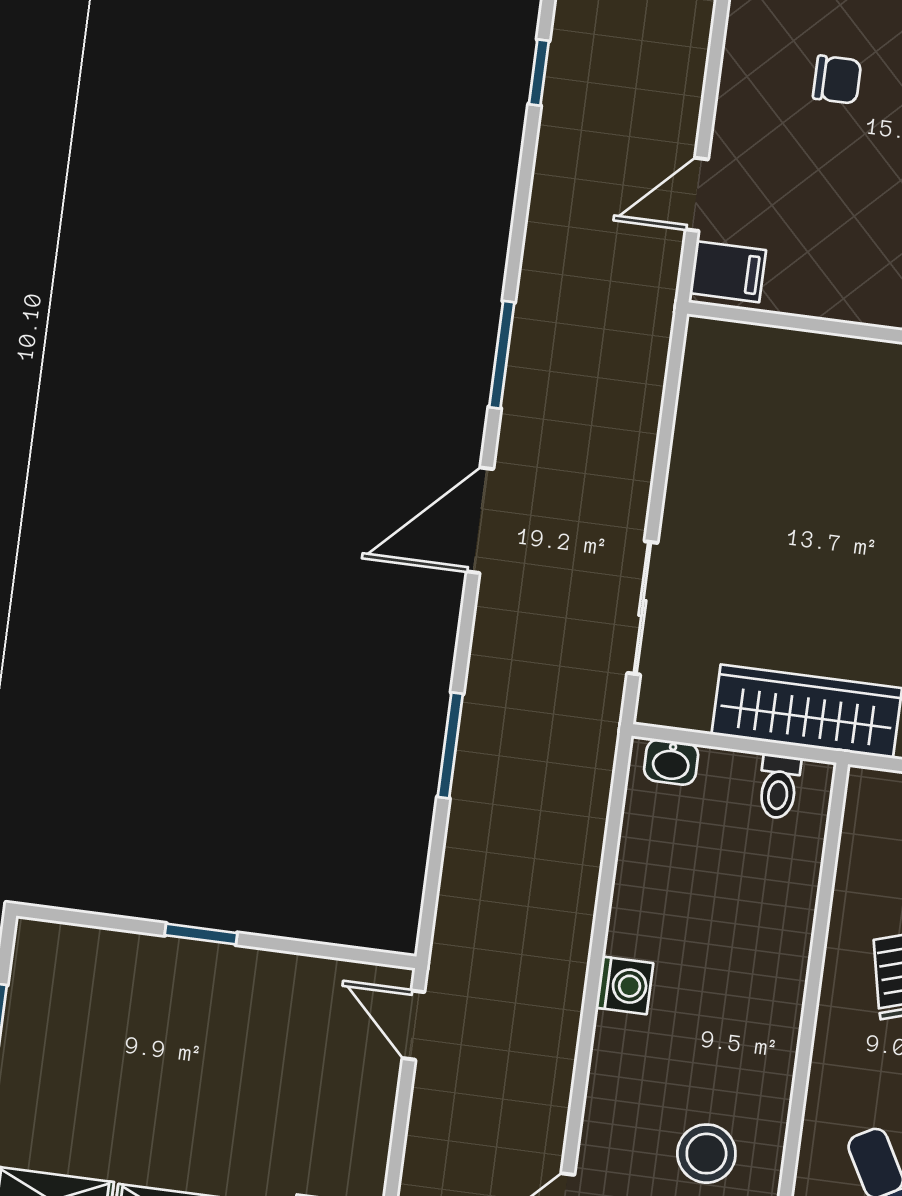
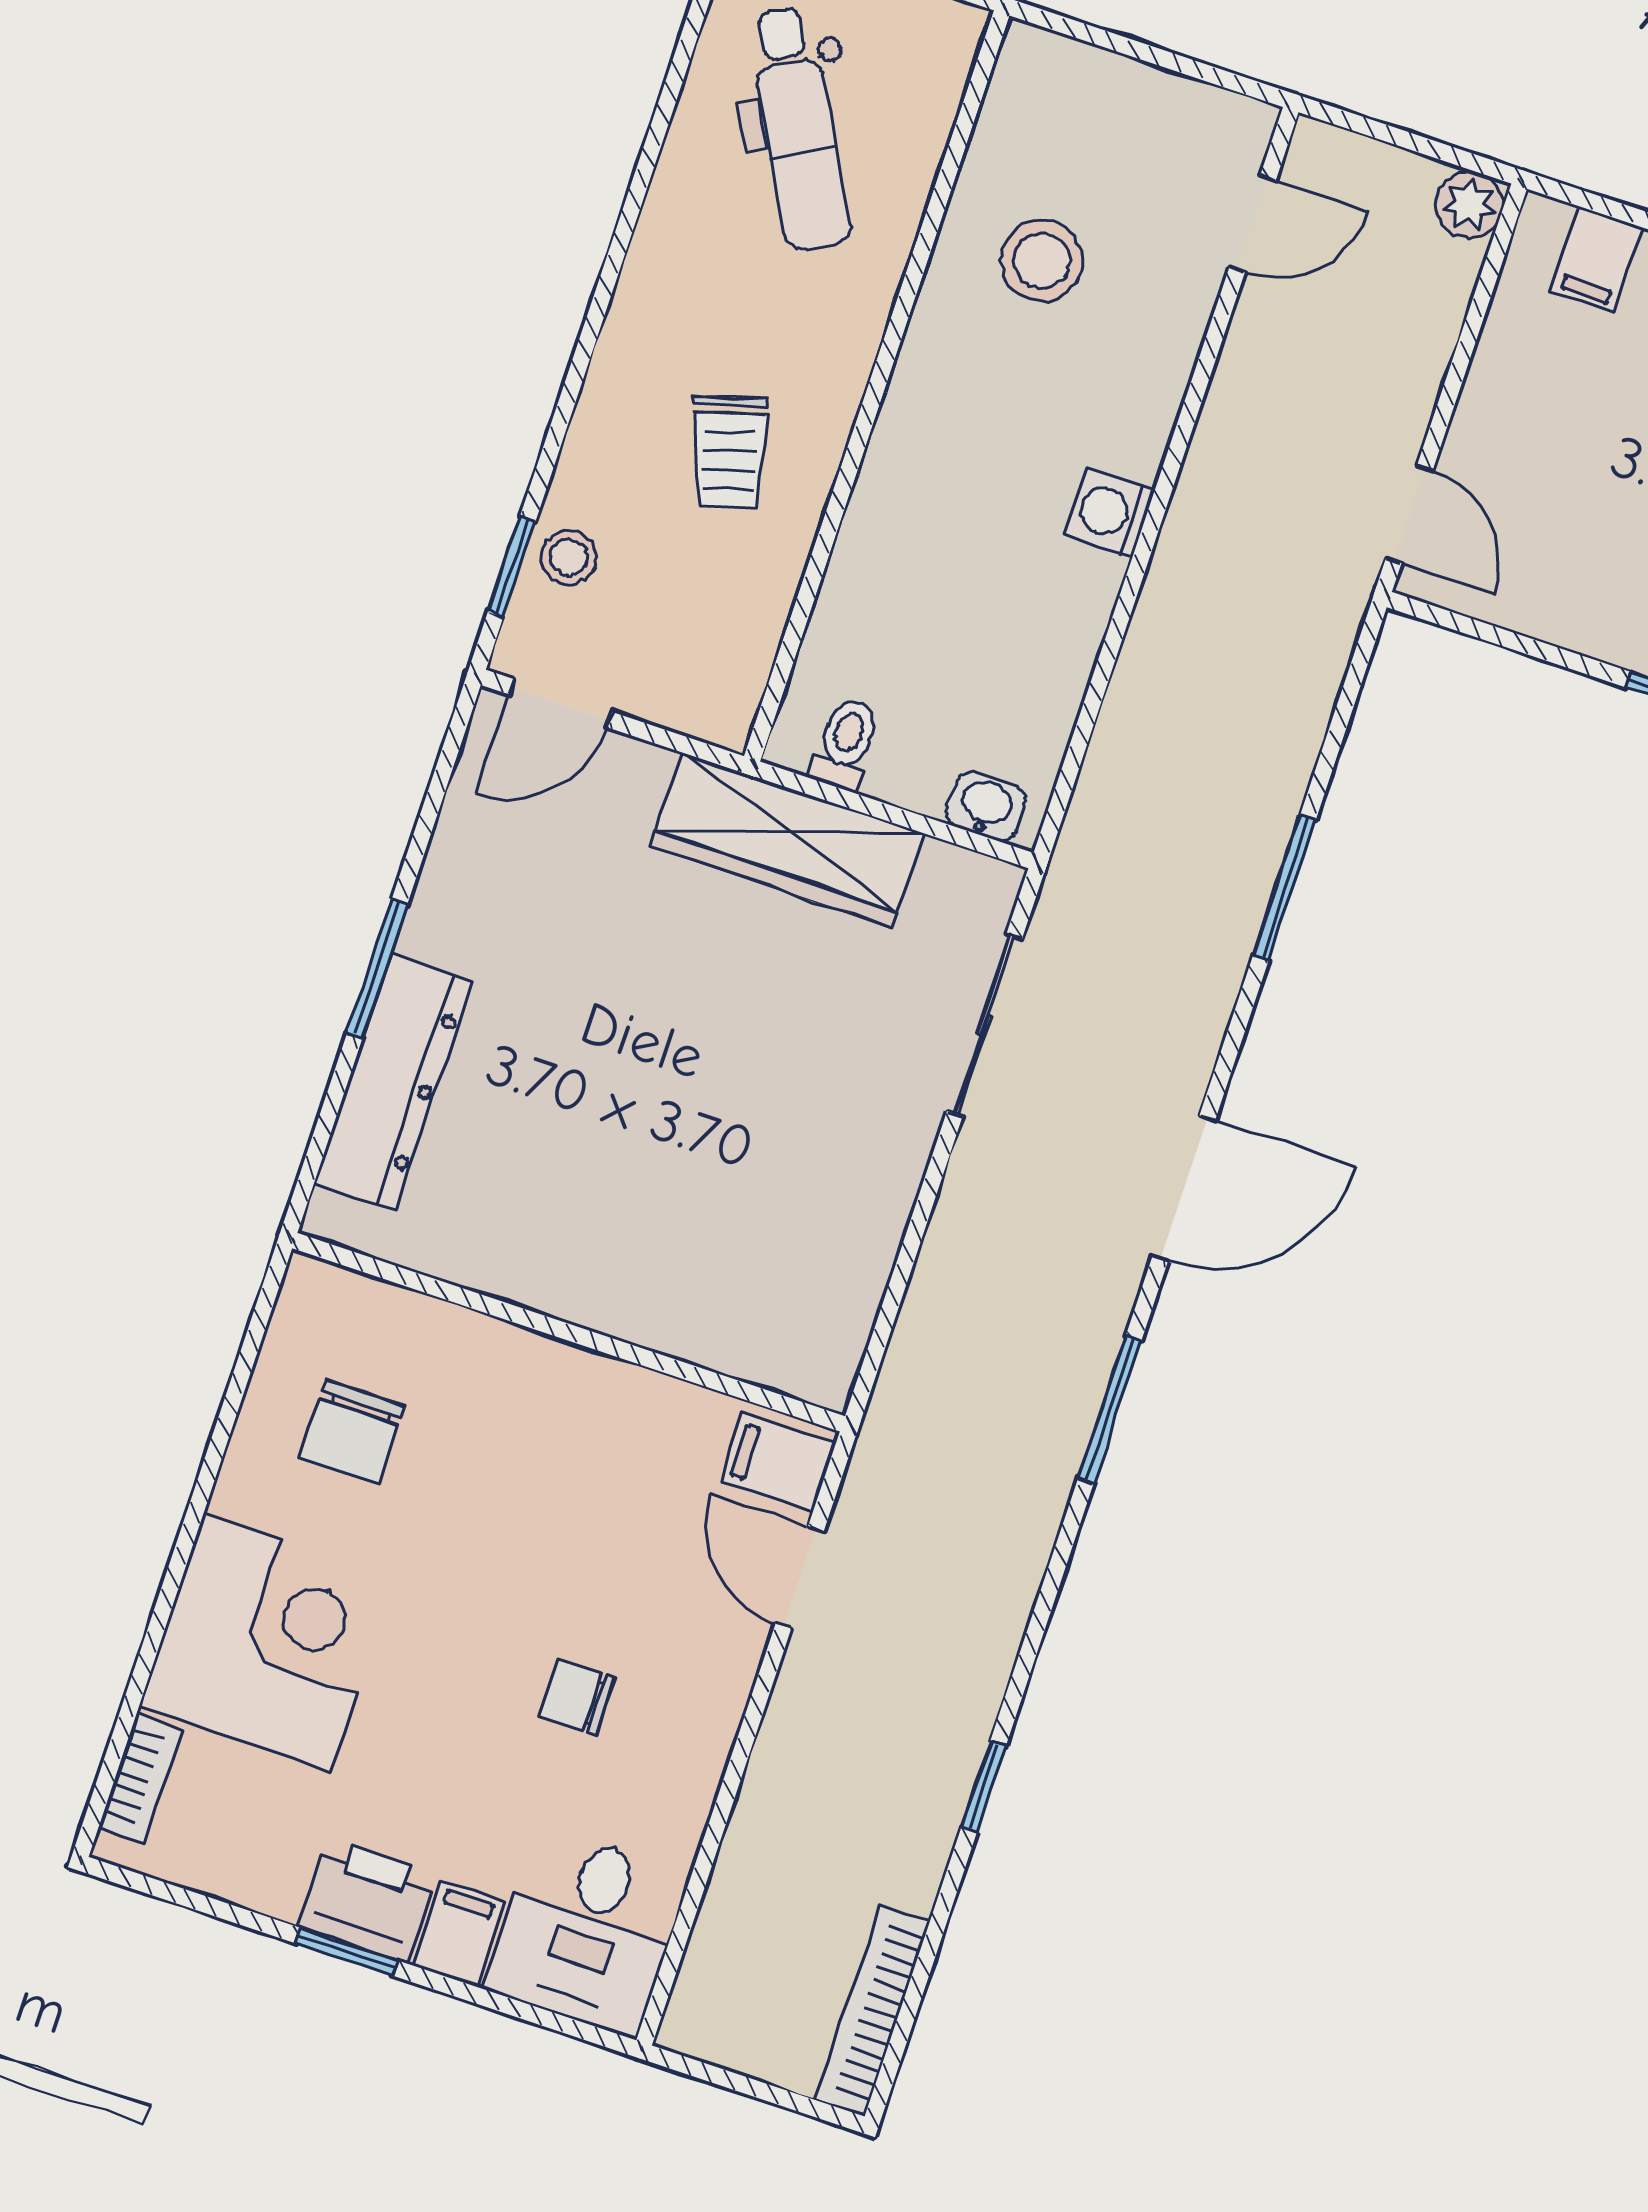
door: (697, 194) -> (800, 1577), swing flipped

